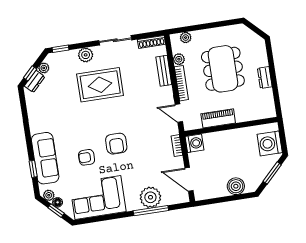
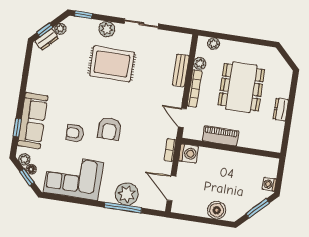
shoe rack: (151, 42) -> (178, 37), removed
washing machine: (270, 143) -> (269, 184), width x0.53, depth x0.53

